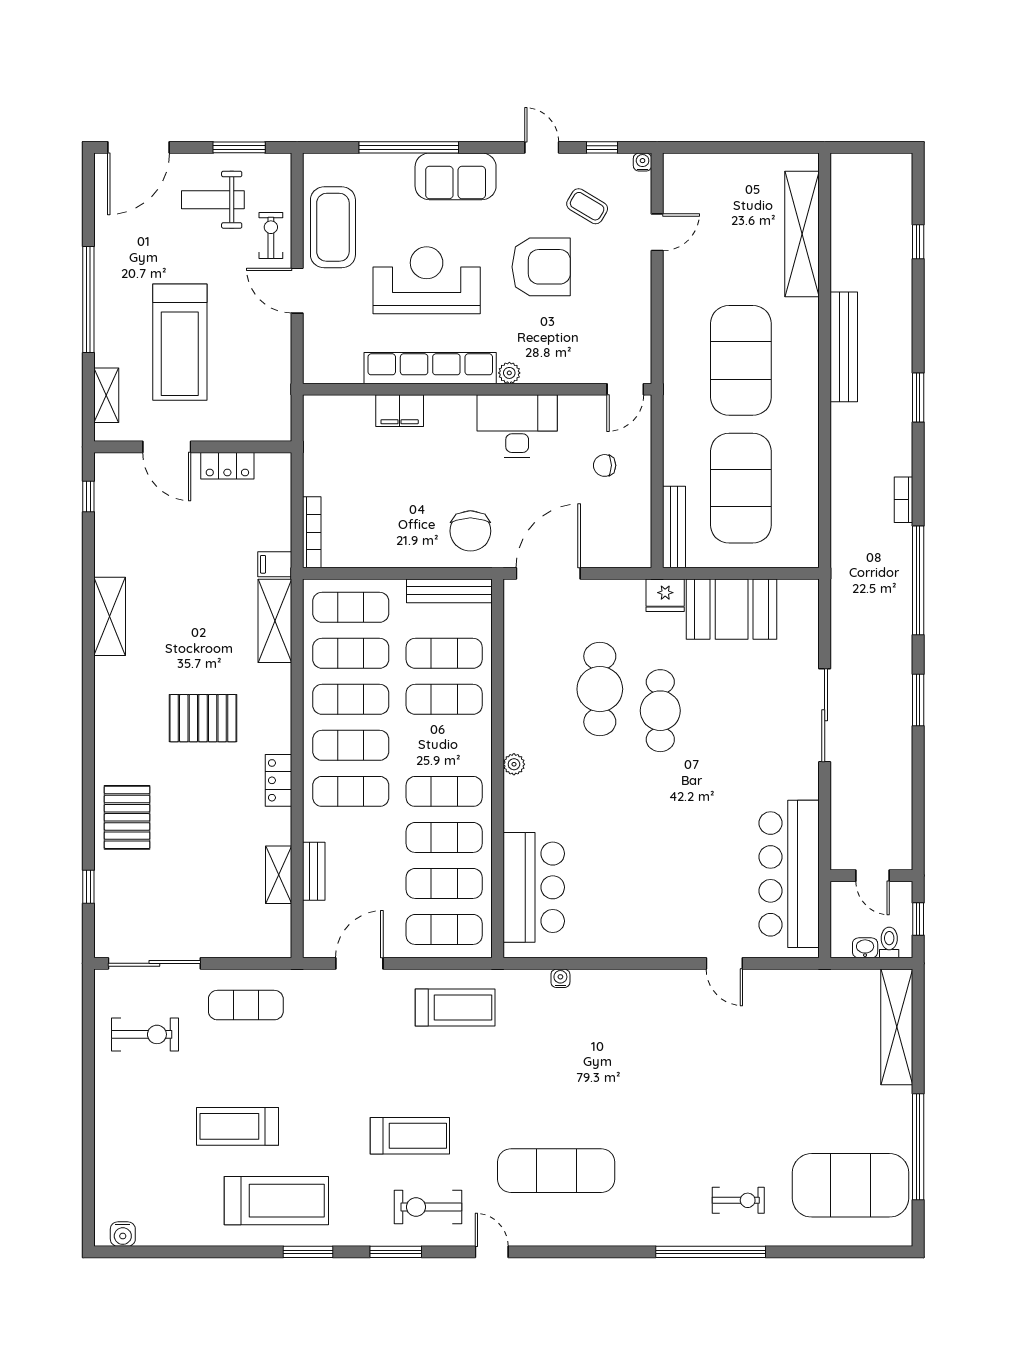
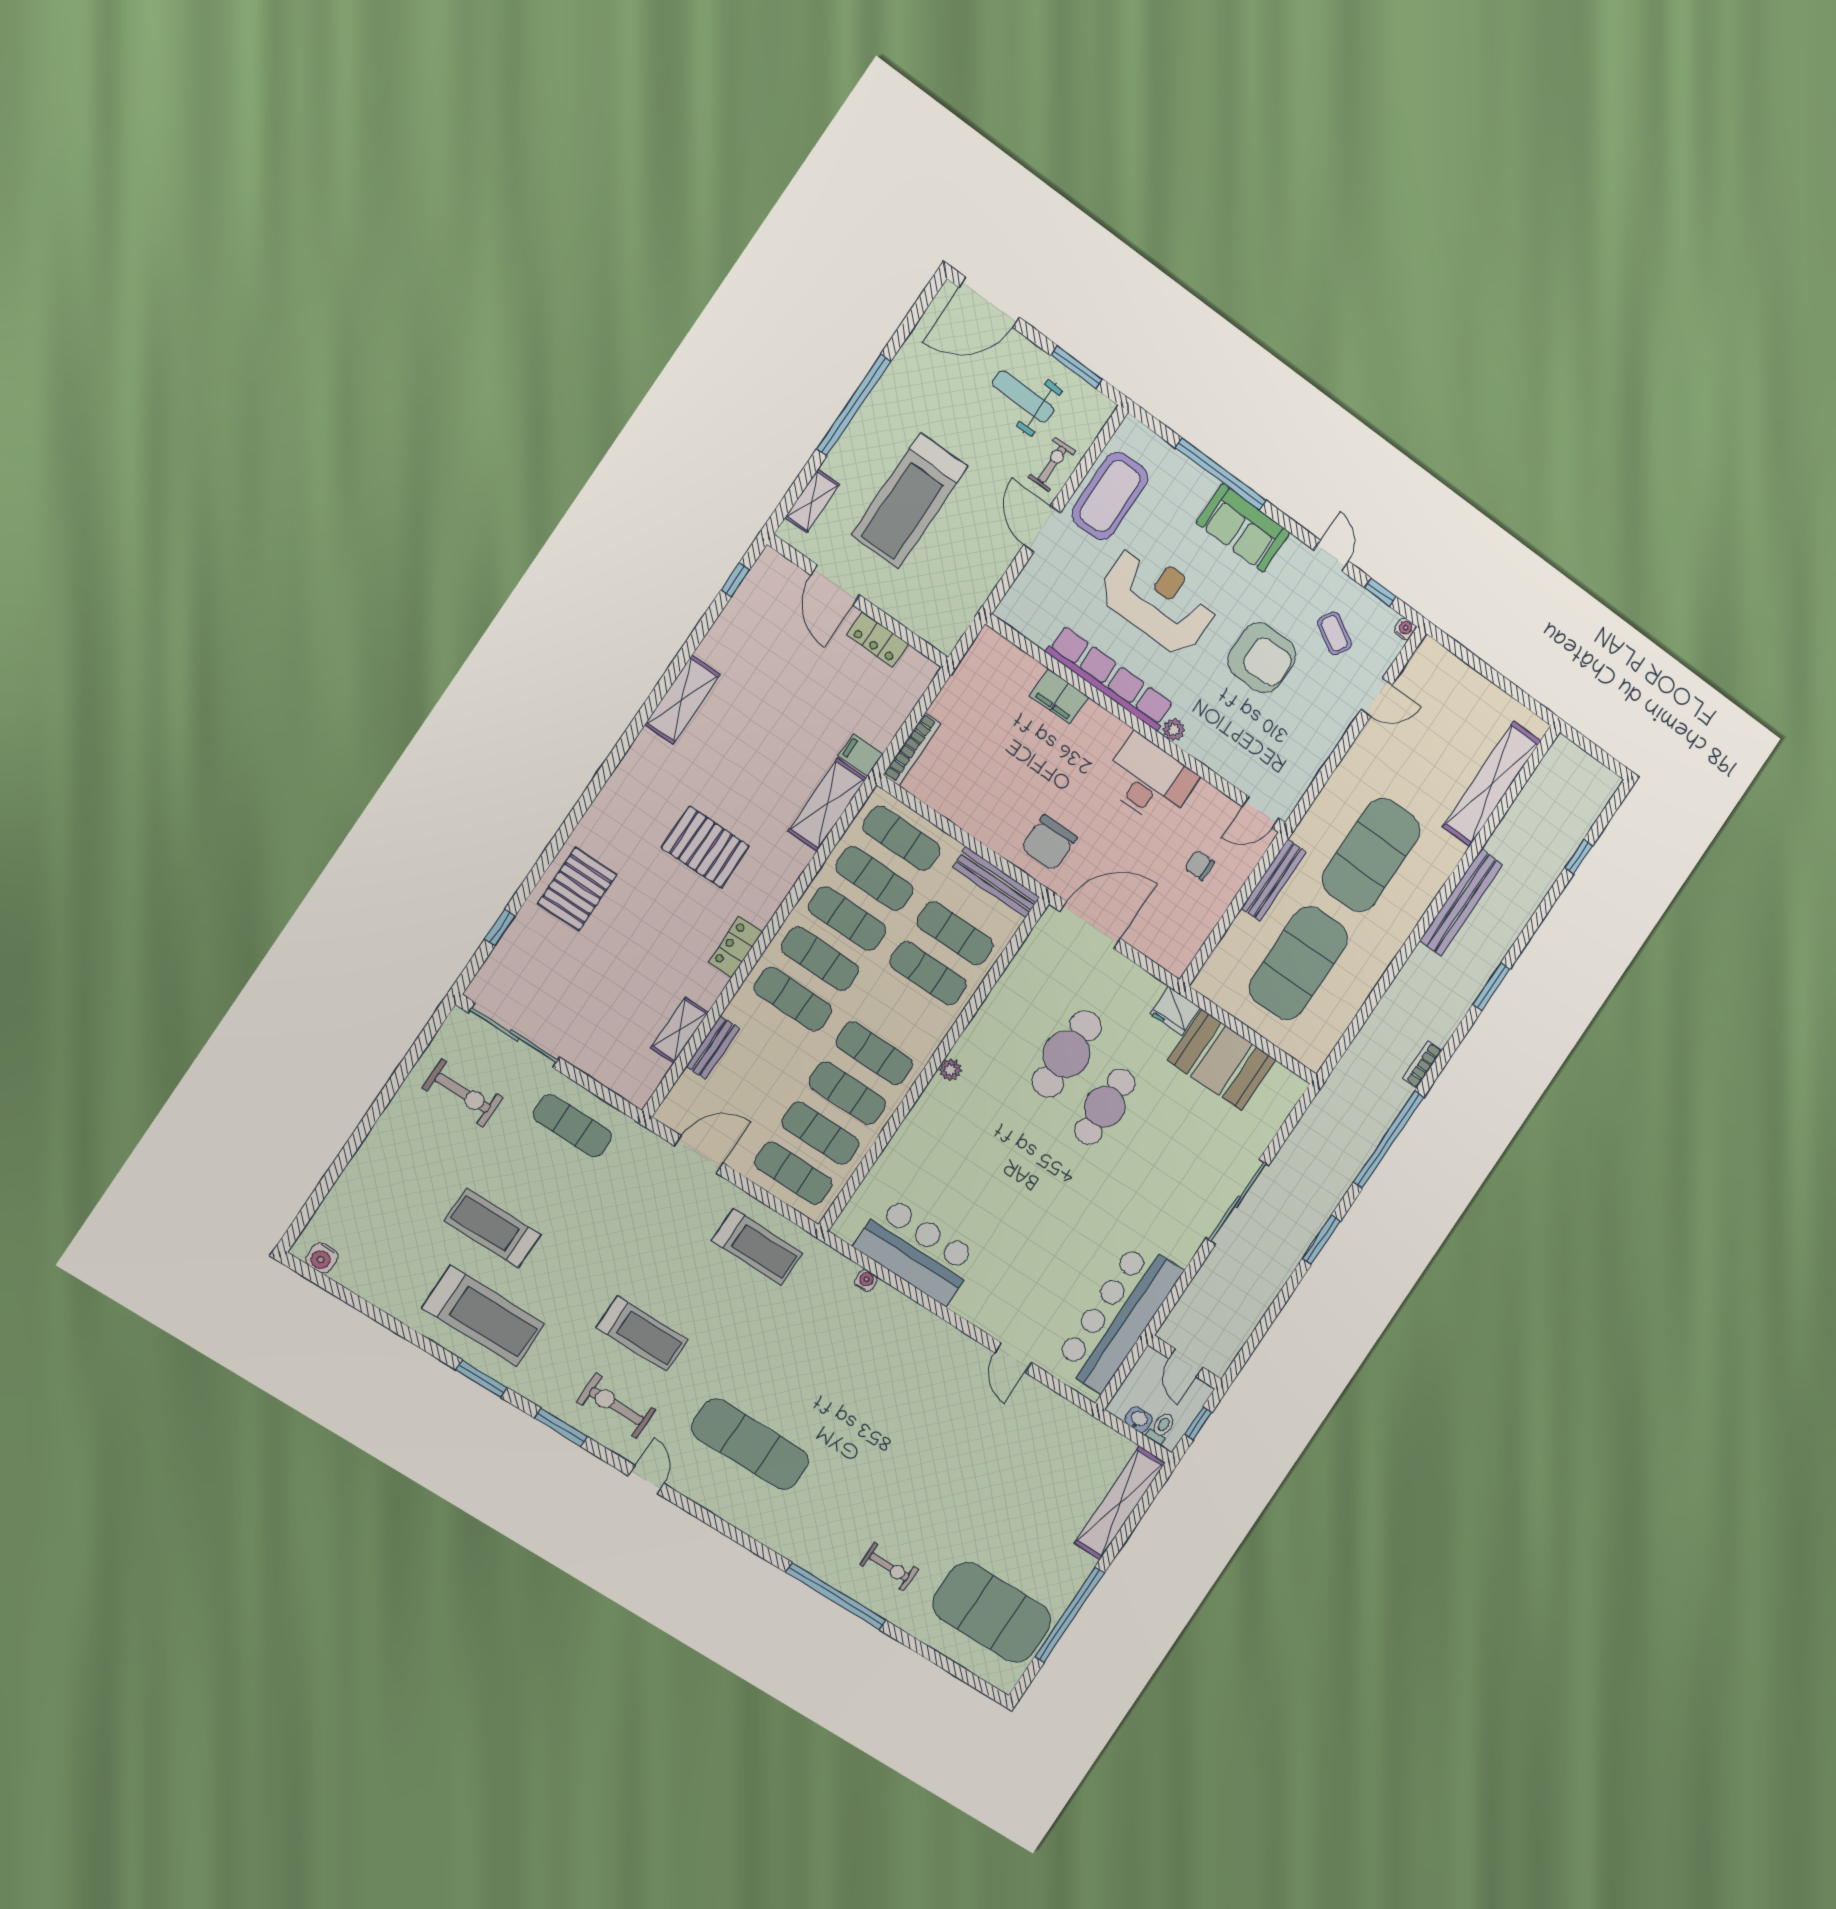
bench: (674, 527) -> (1274, 880), moved
bar counter: (534, 887) -> (917, 1251), moved, turned -90

